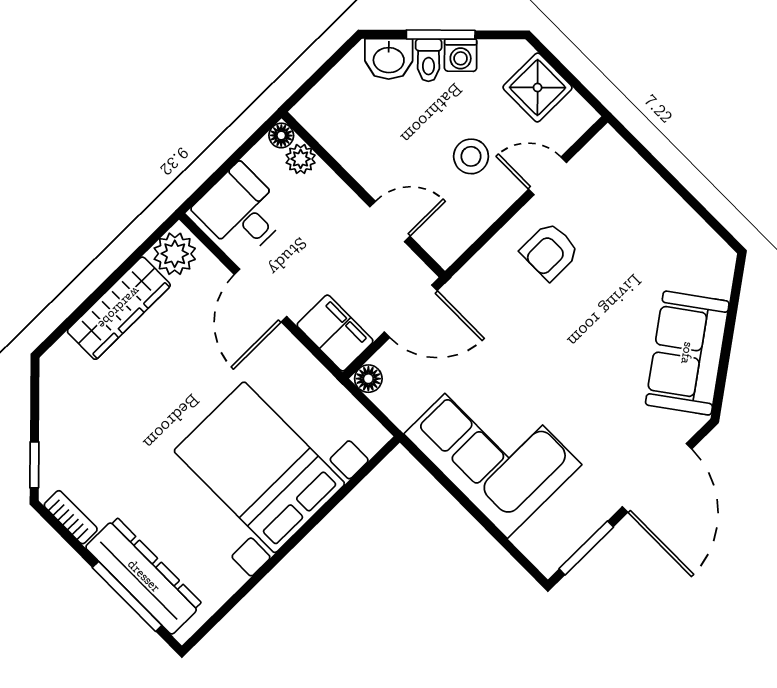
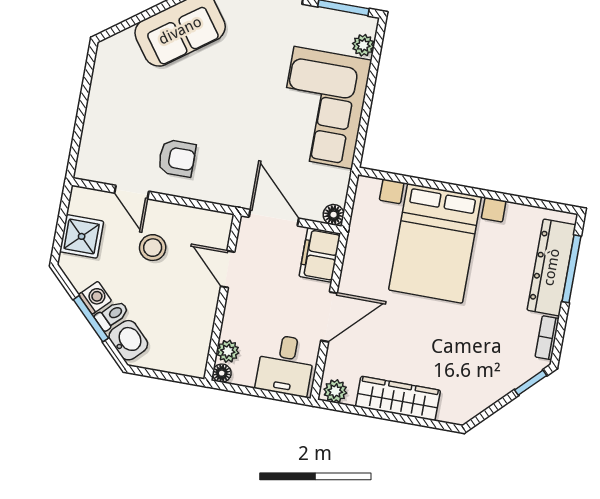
plant: (175, 254) -> (335, 391), width x0.73, depth x0.73
plant: (530, 541) -> (363, 45), added

